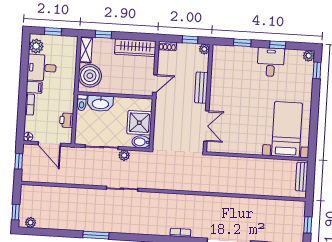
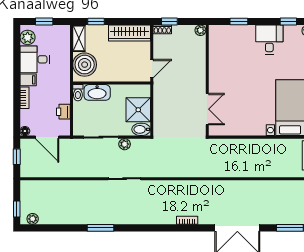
window: (190, 40) -> (169, 21), moved
window: (278, 45) -> (288, 21), moved
bench: (201, 88) -> (200, 70), removed

